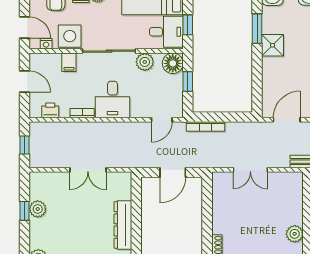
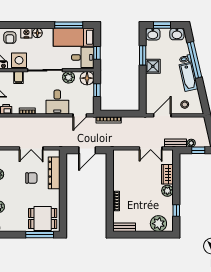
desk: (112, 100) -> (57, 102), moved
double door: (250, 170) -> (151, 148), moved
wardrobe: (295, 209) -> (167, 174), added
chair: (88, 215) -> (31, 178), added
dresser: (123, 225) -> (54, 173), moved

